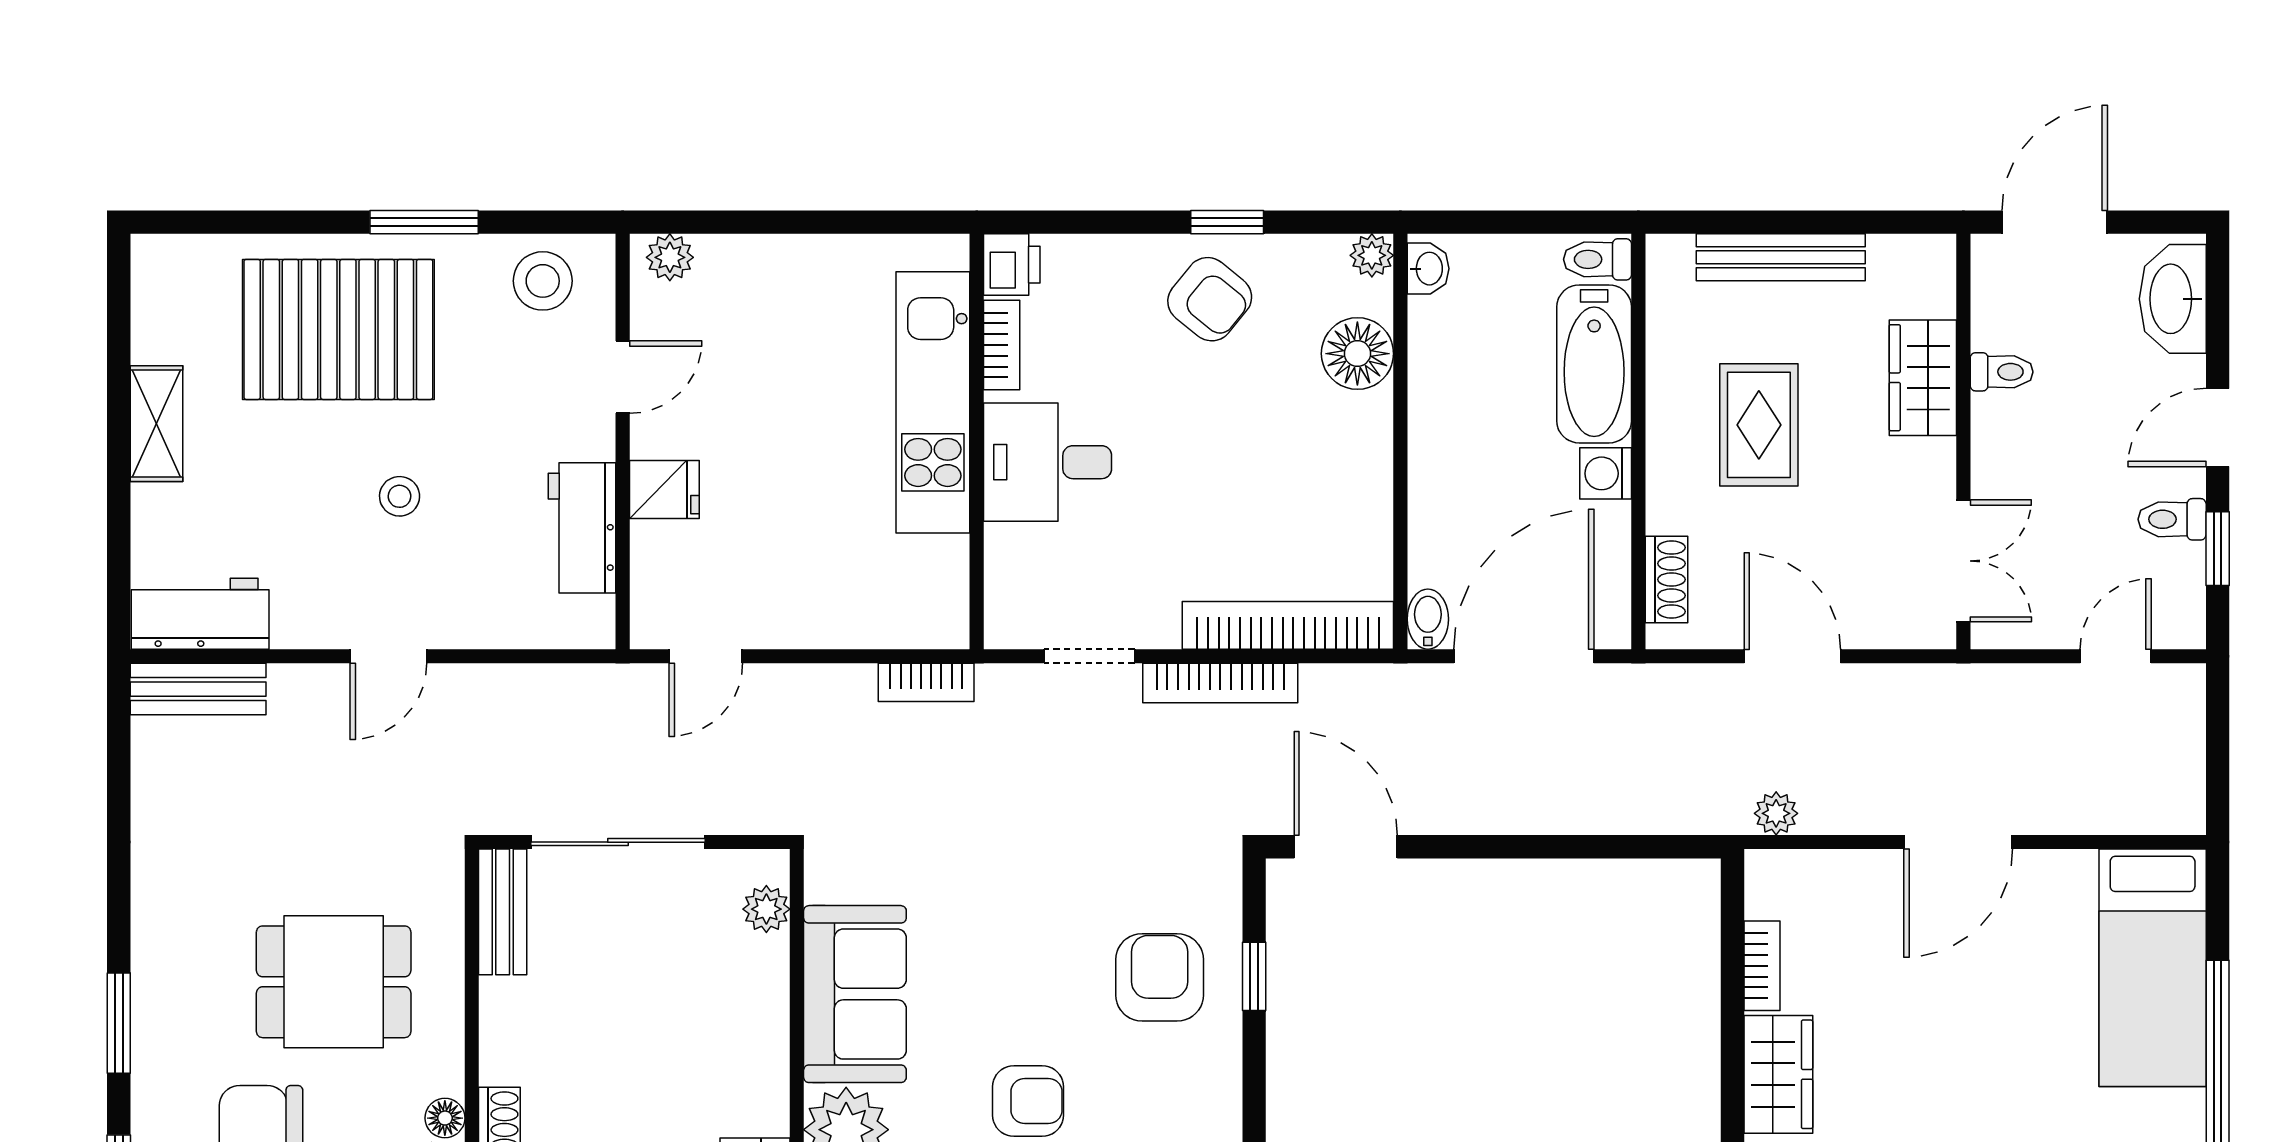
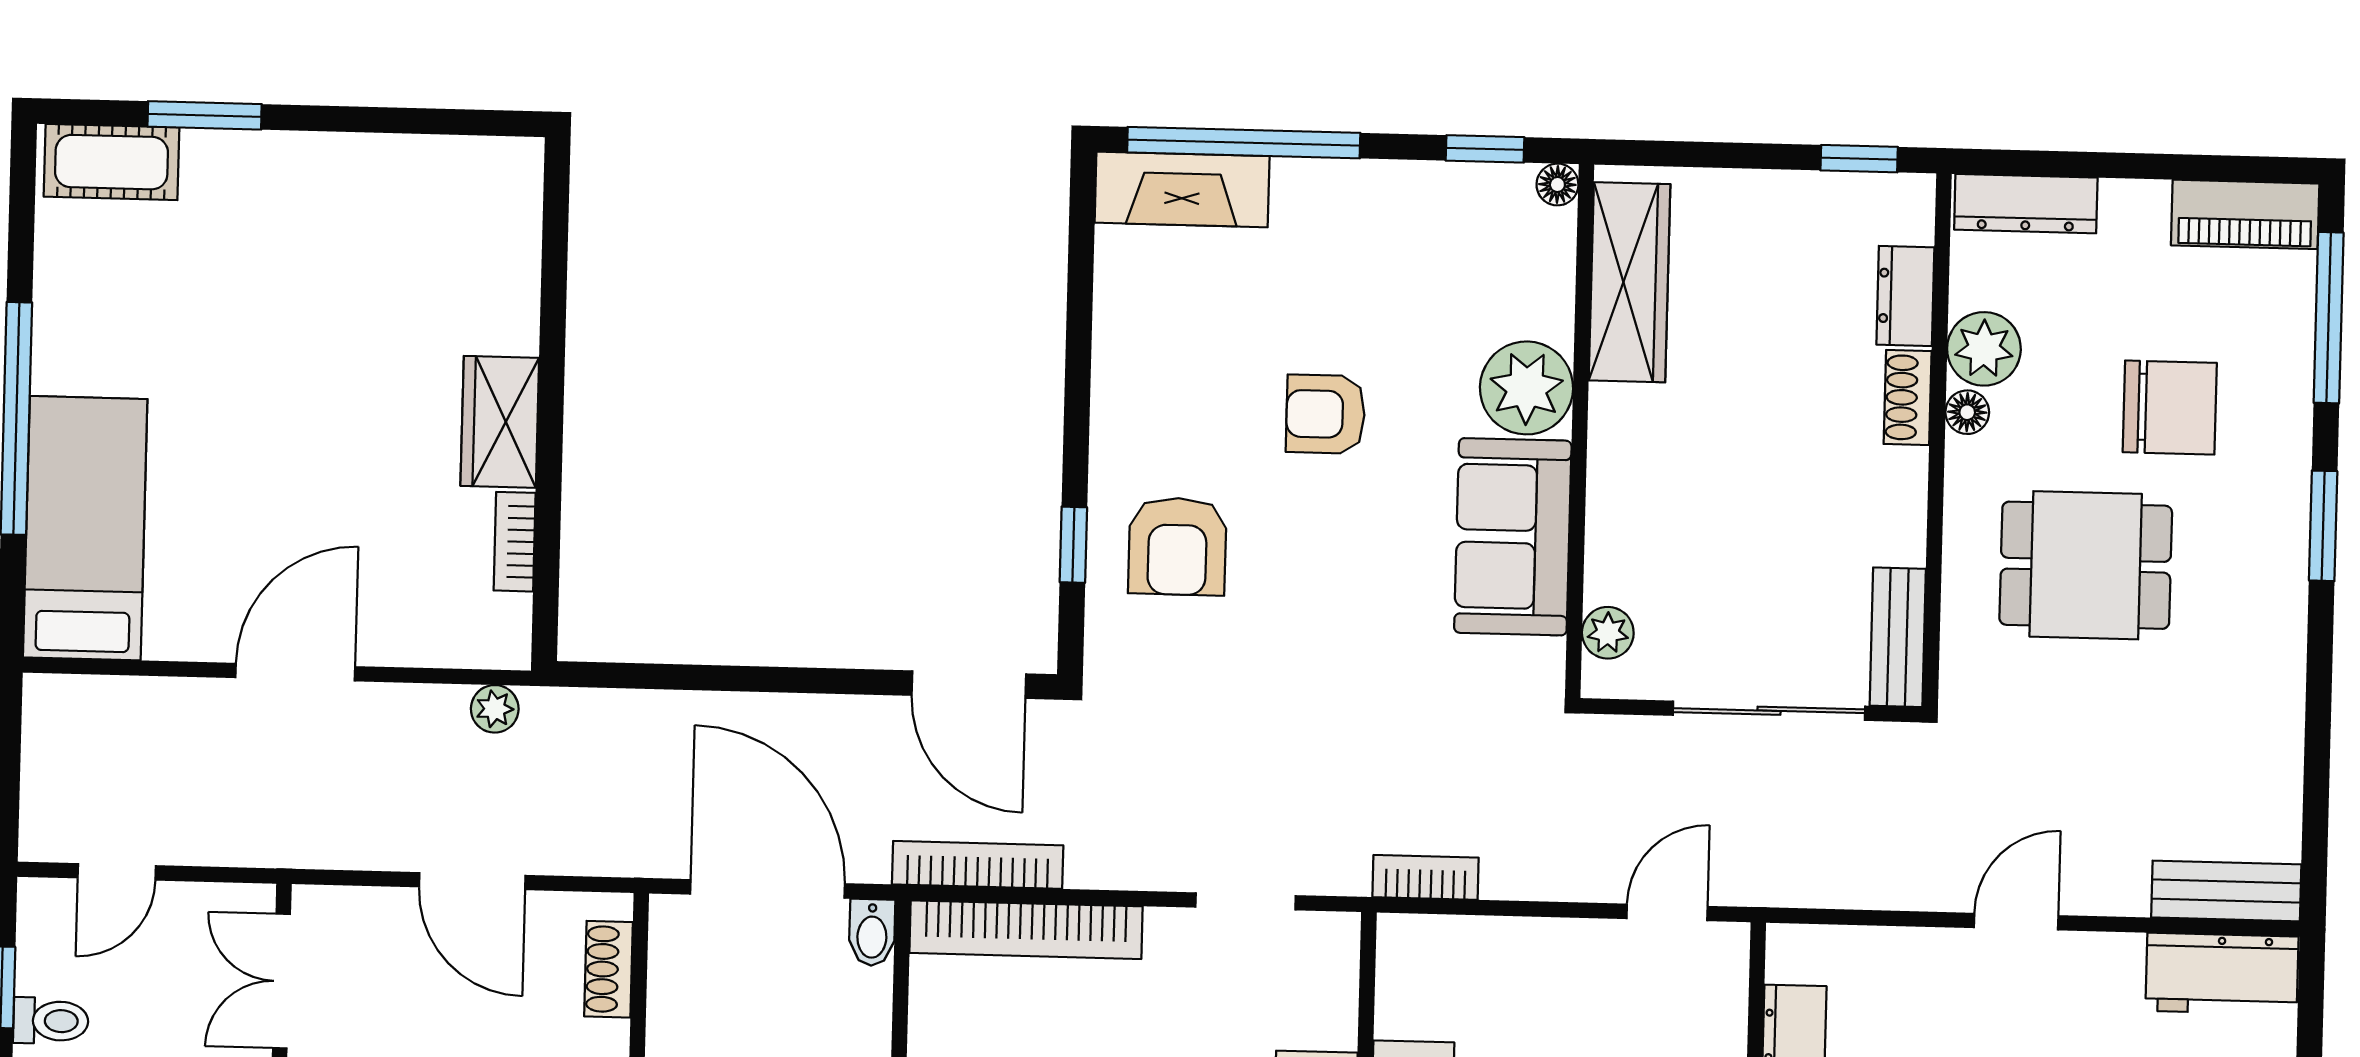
door: (1524, 656) -> (768, 889), swing flipped
bookcase: (1220, 683) -> (978, 865), moved

